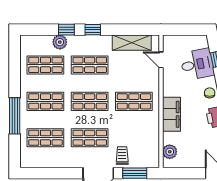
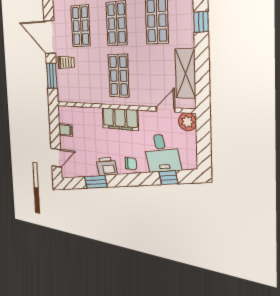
filing cabinet: (171, 114) -> (120, 119), moved
plant: (170, 152) -> (187, 122), moved
filing cabinet: (186, 160) -> (65, 130), added

